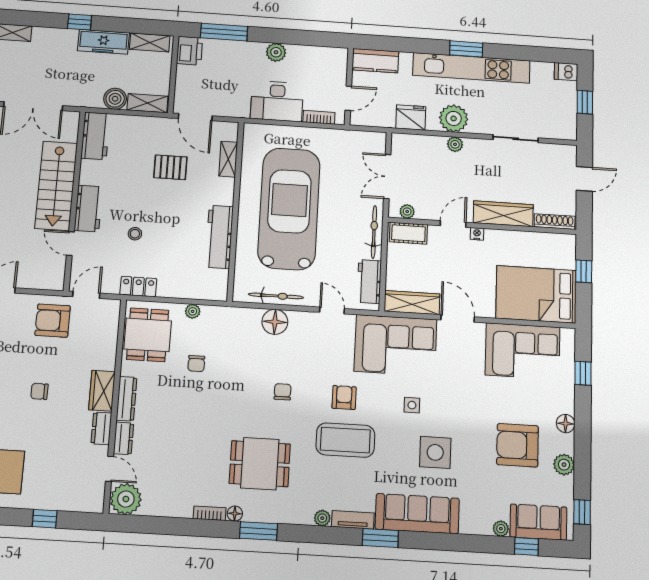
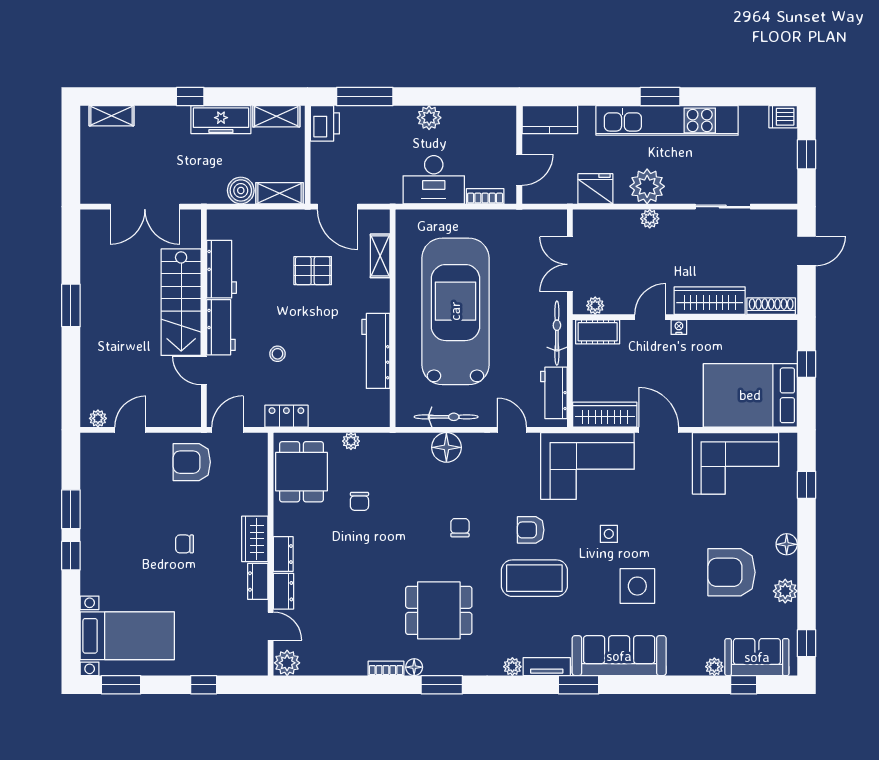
workbench: (95, 136) -> (222, 269), moved
armchair: (344, 398) -> (531, 530), turned -90
dresser: (126, 399) -> (283, 554), width x0.70
plant: (126, 499) -> (287, 663), width x0.73, depth x0.73

